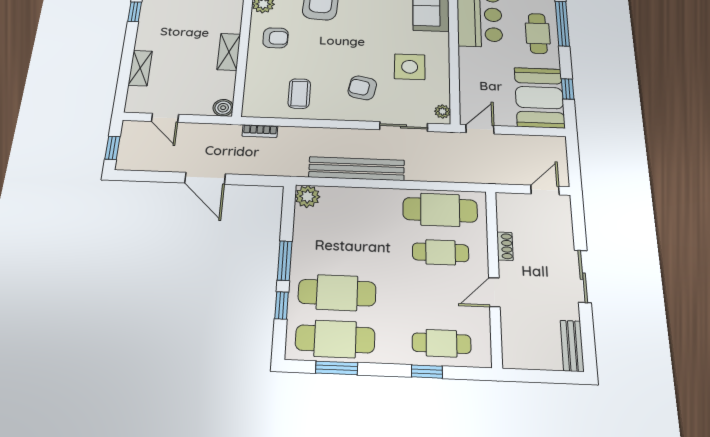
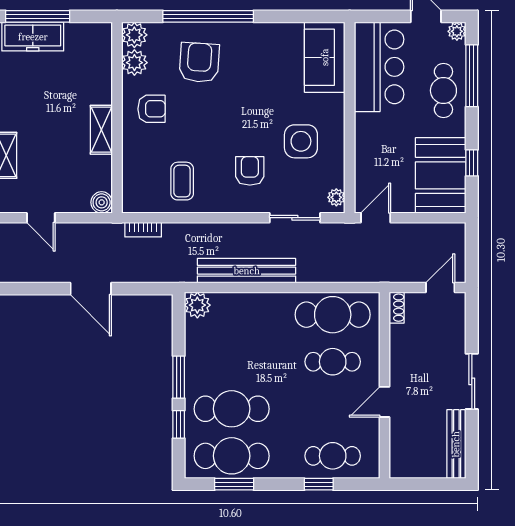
armchair: (362, 88) -> (250, 171), turned 78
shoe rack: (505, 246) -> (397, 308), moved
bench: (572, 346) -> (456, 444), width x1.36

